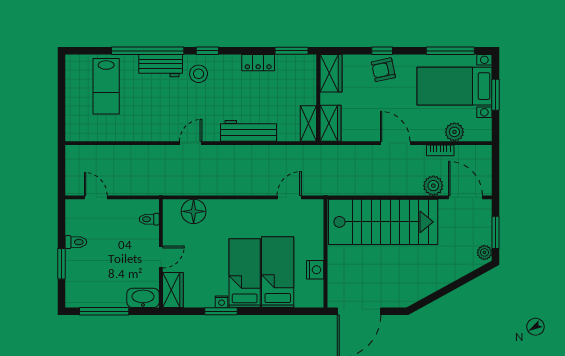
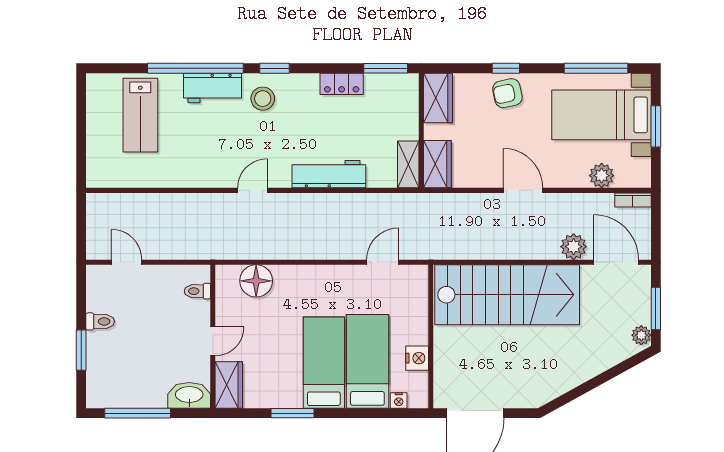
bookcase: (440, 150) -> (633, 200), moved
nightstand: (222, 302) -> (399, 401), moved

